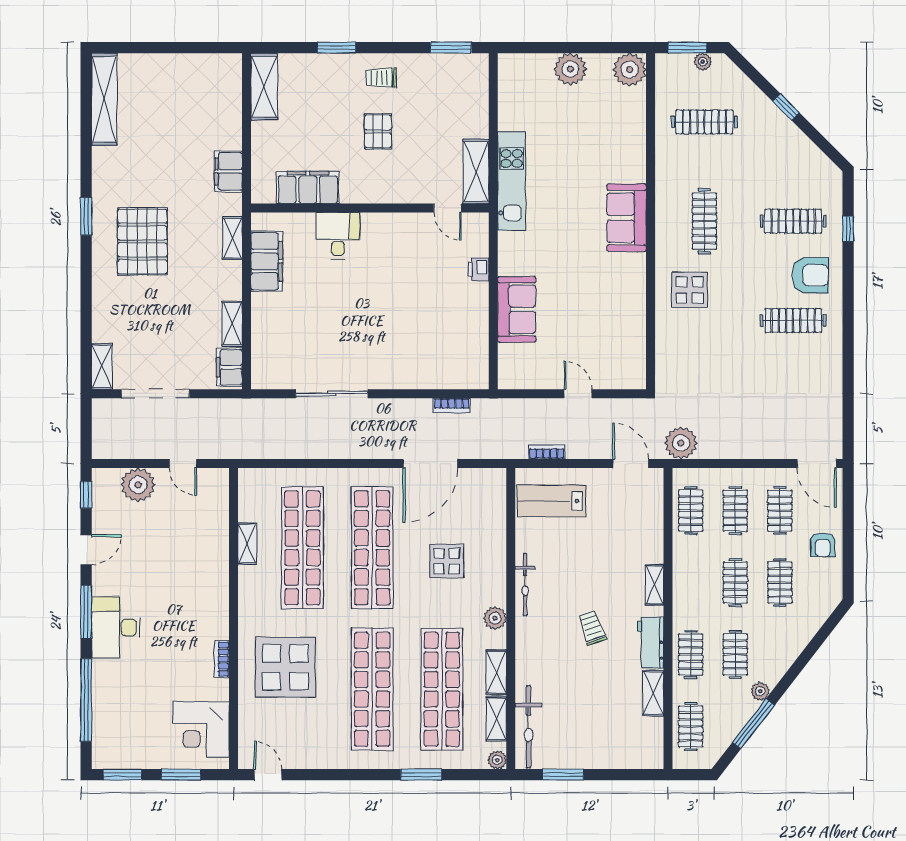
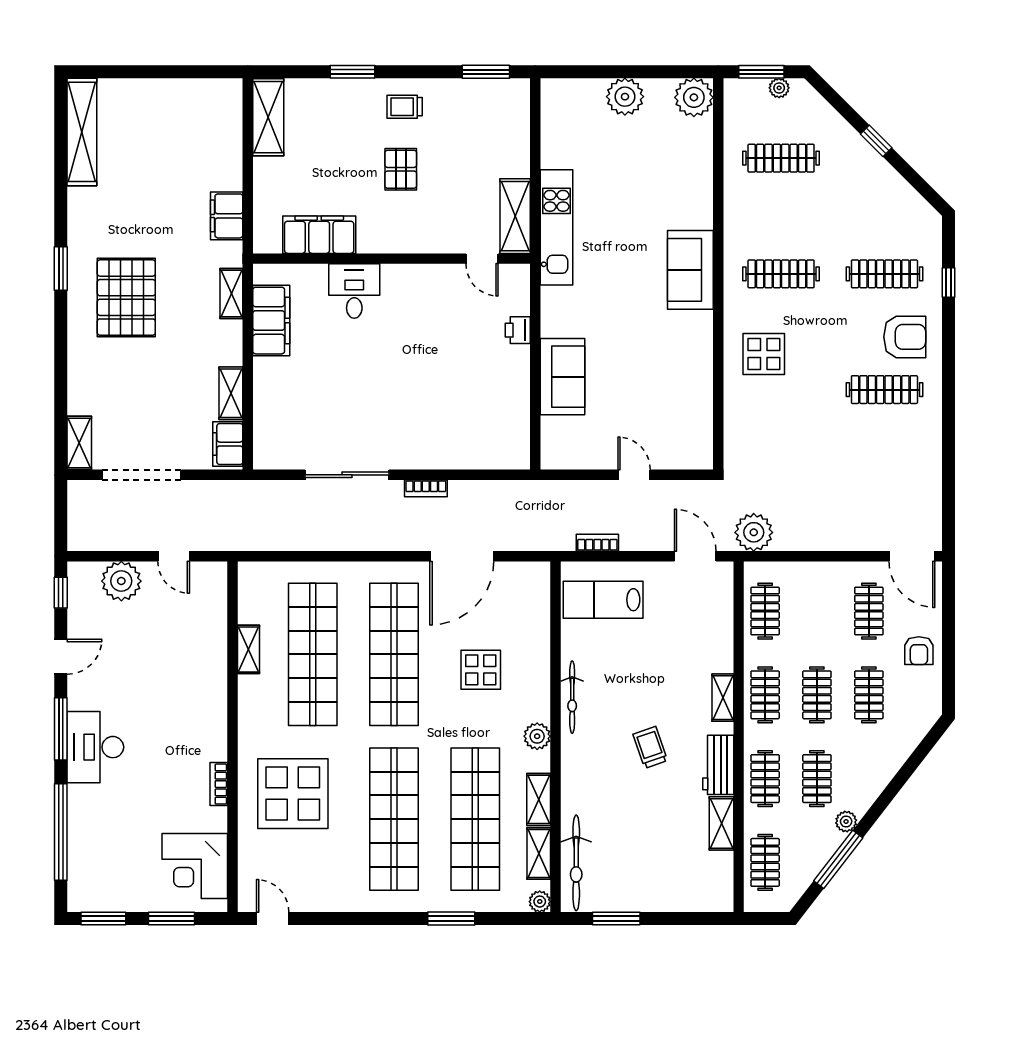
clothes rail: (704, 221) -> (781, 274), turned 90
bookcase: (452, 405) -> (426, 488), moved
clothes rail: (735, 511) -> (765, 695), moved

